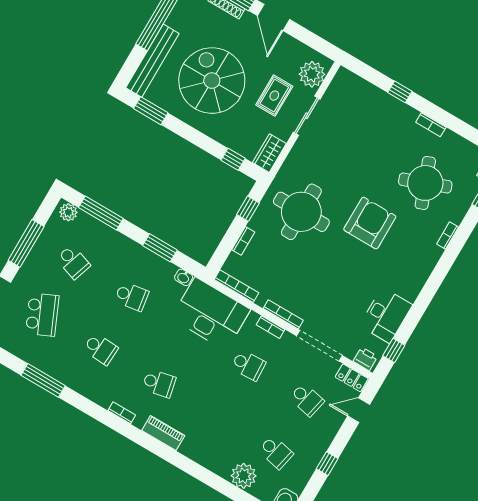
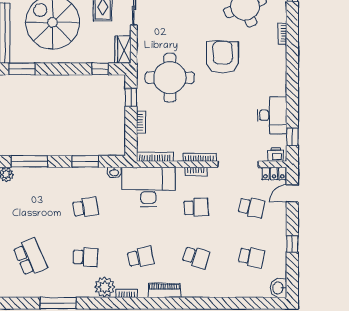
school desk: (73, 262) -> (196, 257), moved
plant: (244, 476) -> (105, 287), moved

